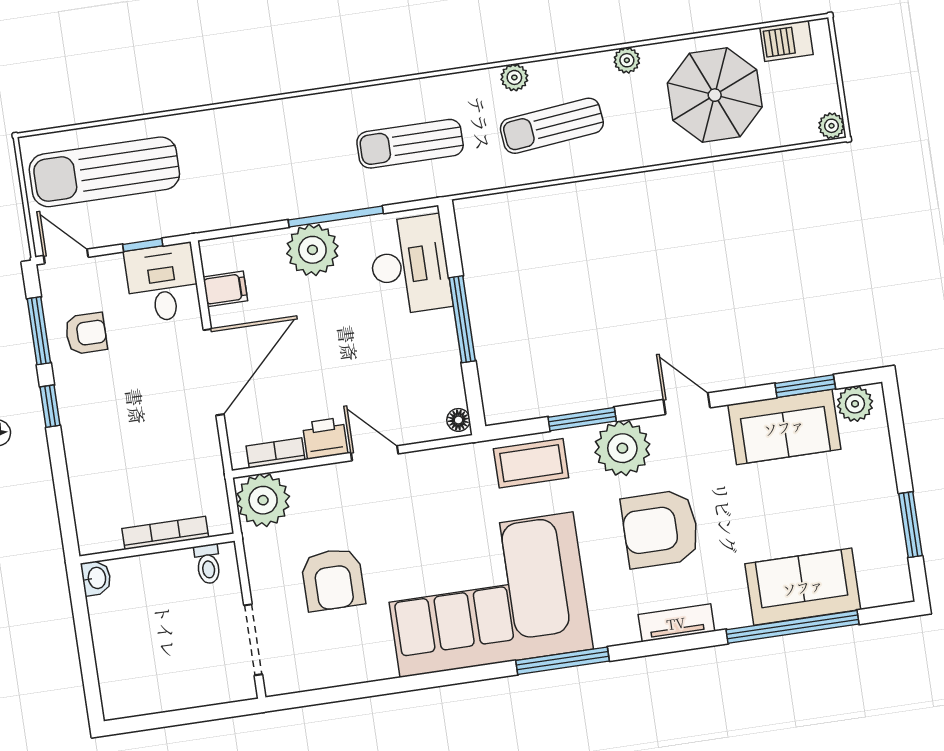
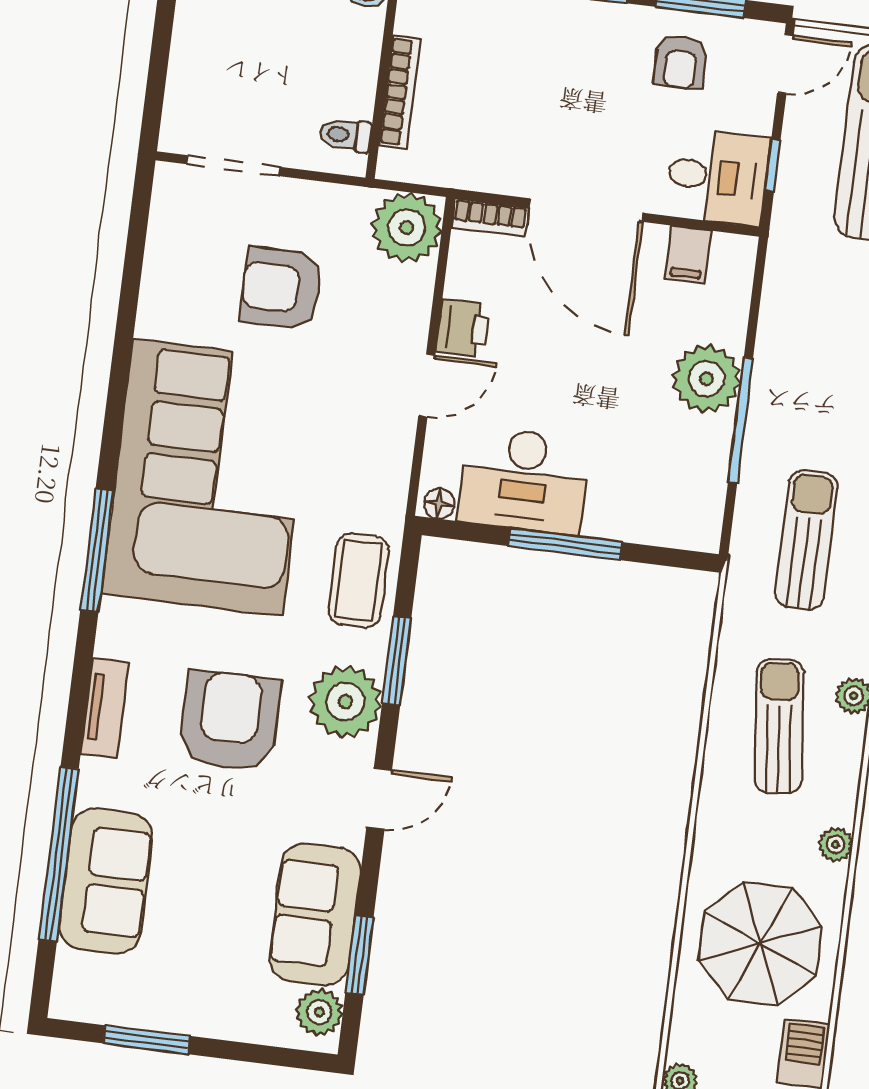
desk: (410, 265) -> (524, 480), moved
bookcase: (275, 453) -> (490, 218), moved, turned 90

